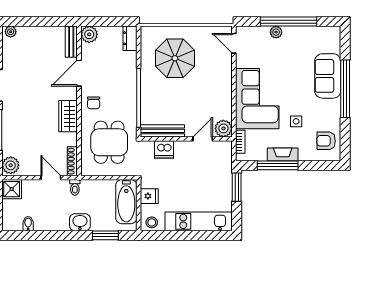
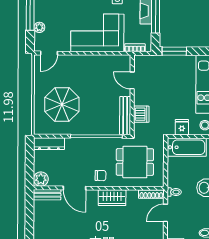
plant: (276, 32) -> (39, 27), moved
dresser: (130, 38) -> (49, 144), width x1.44
plant: (223, 128) -> (123, 62), removed

